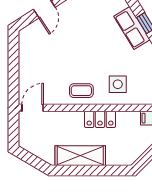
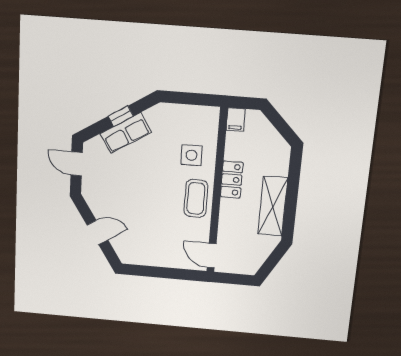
coffee table: (81, 91) -> (196, 198), width x1.36, depth x1.30

